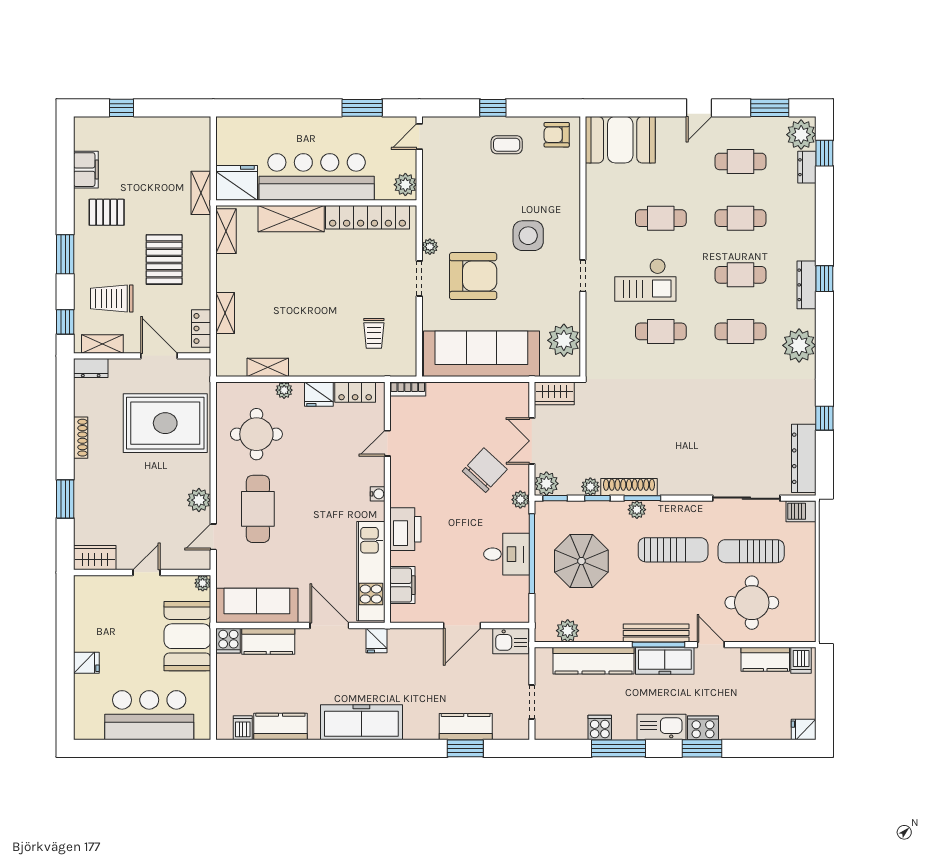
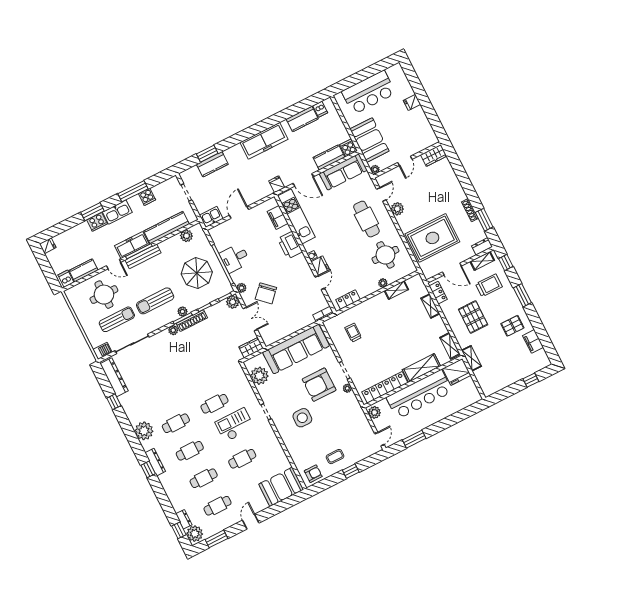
fridge: (319, 394) -> (320, 266), moved, turned 90
plant: (590, 487) -> (173, 330), moved
window: (65, 499) -> (484, 220), moved

